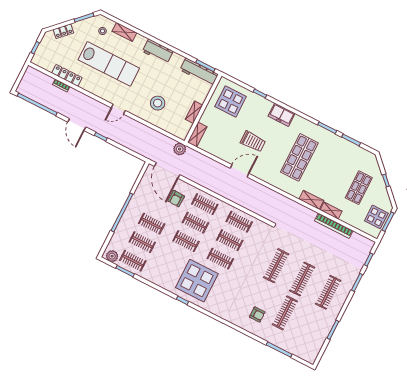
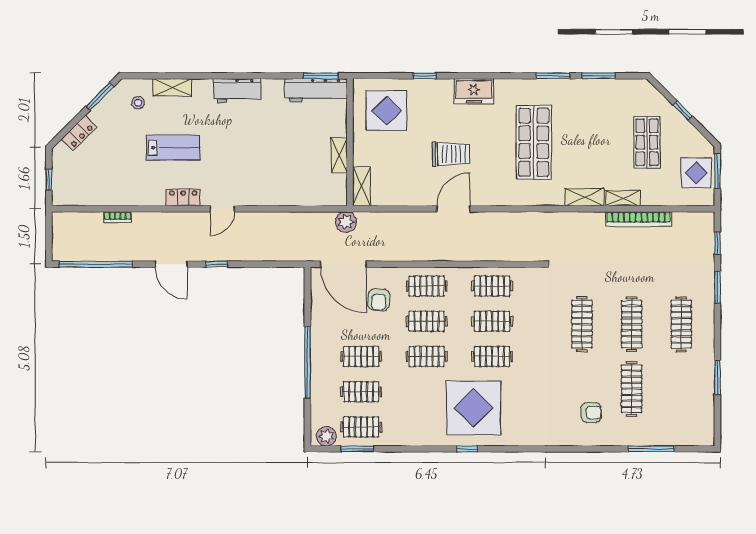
lab bench: (109, 64) -> (173, 148), width x0.54, depth x0.72
locker: (67, 75) -> (183, 197), moved, width x0.66
stool: (158, 103) -> (277, 169), removed

